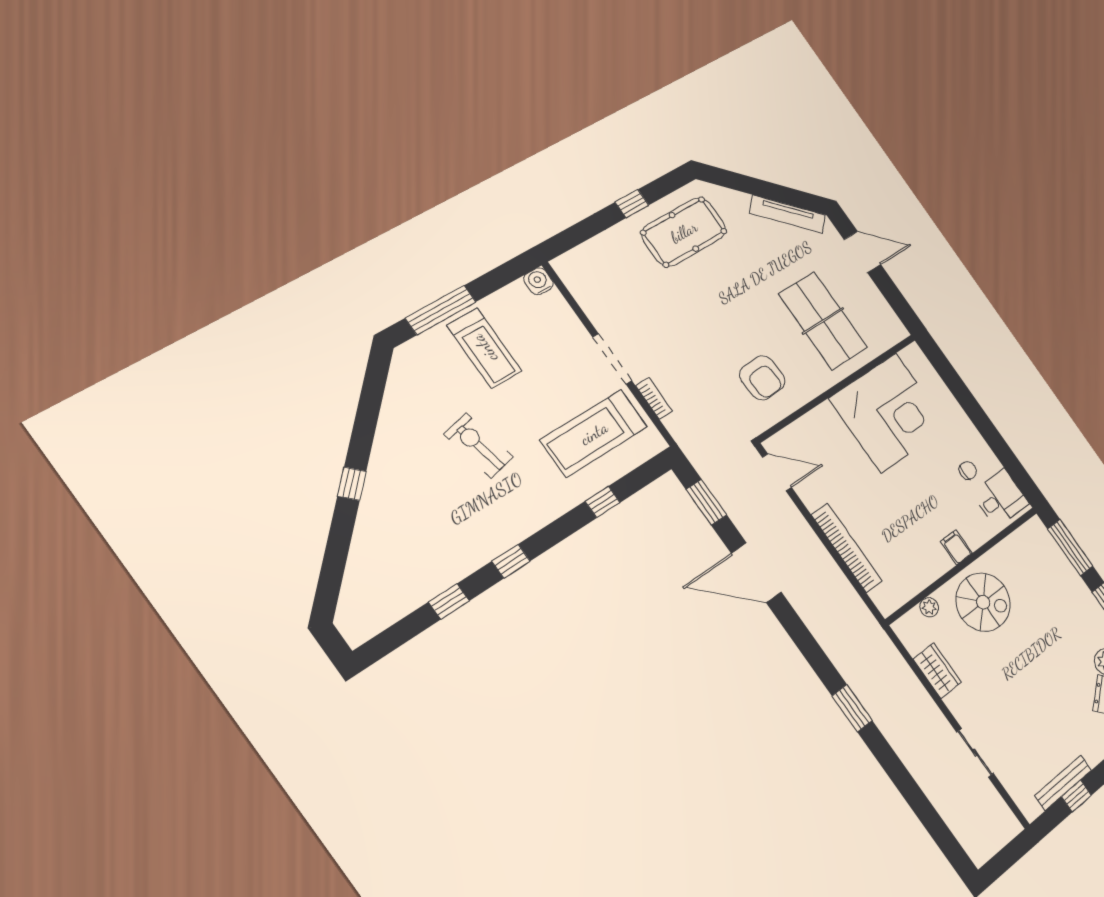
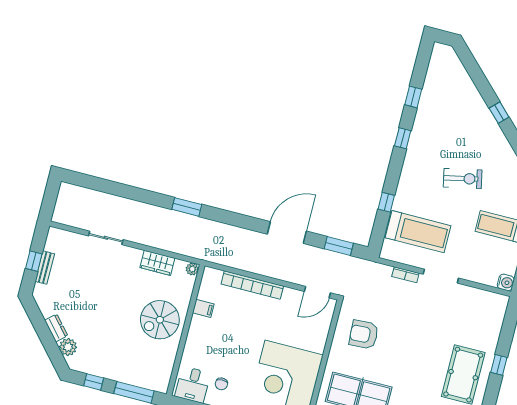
treadmill: (594, 433) -> (418, 232), turned 90
filing cabinet: (956, 547) -> (203, 308), moved
plant: (929, 607) -> (192, 269), moved
bench: (1063, 783) -> (45, 268), width x0.73

